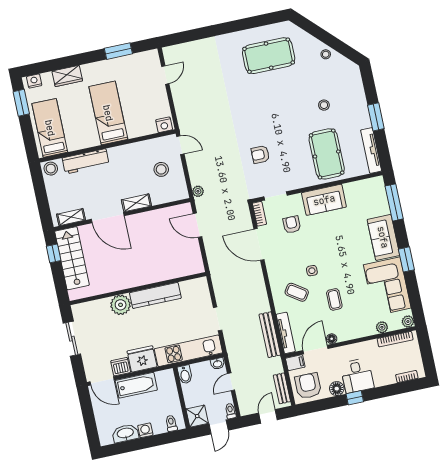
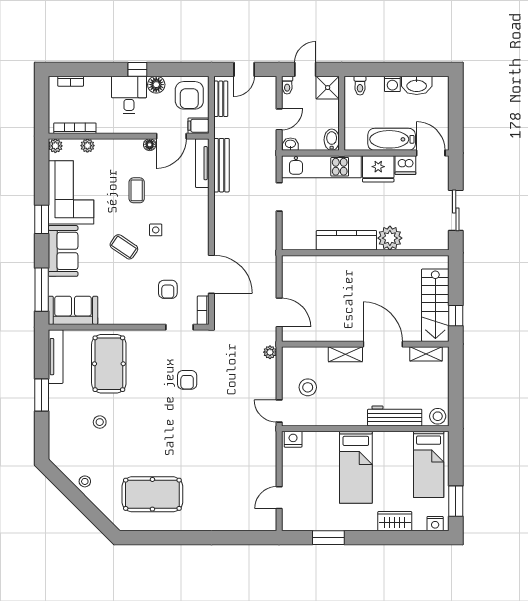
armchair: (260, 154) -> (187, 380), turned 90
sofa: (324, 200) -> (73, 310), moved
coffee table: (297, 292) -> (124, 247), moved

